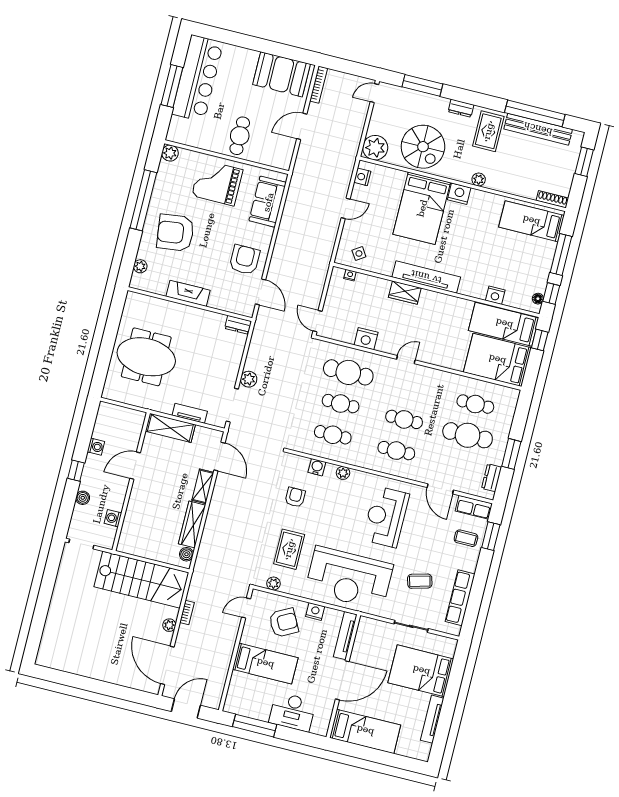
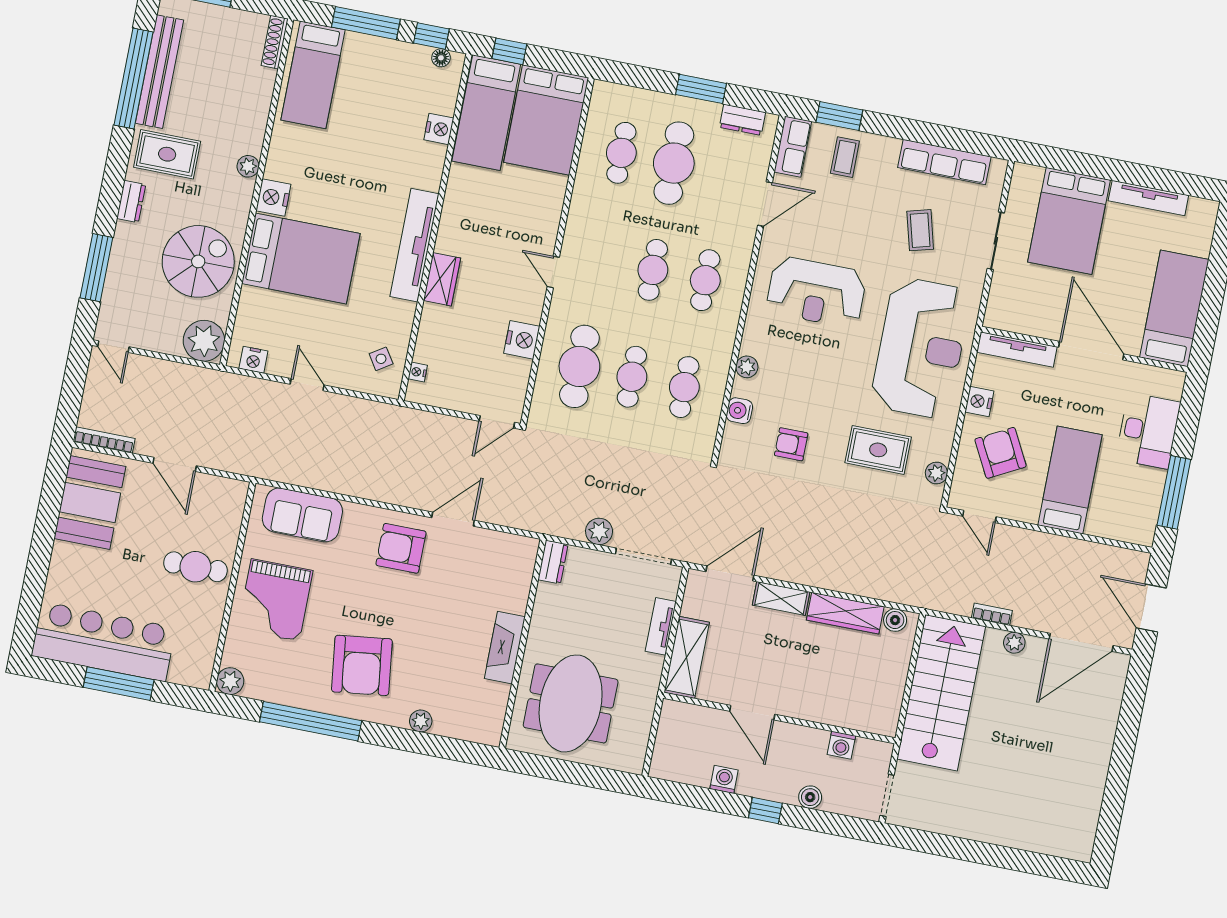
fireplace: (188, 293) -> (505, 648), moved
wall: (190, 304) -> (523, 644), moved
dresser: (238, 325) -> (553, 562), moved

